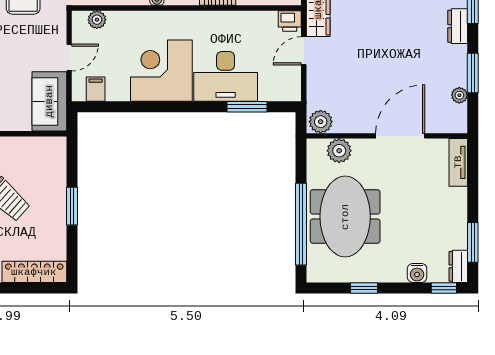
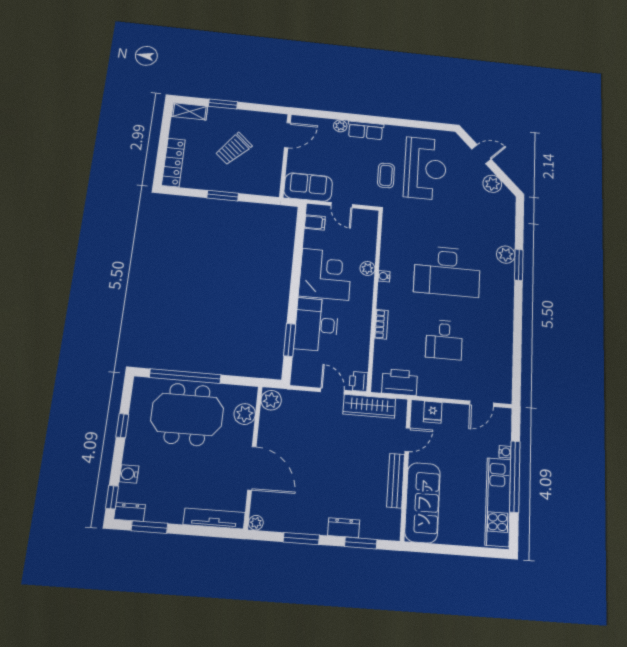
plant: (97, 20) -> (367, 268), moved
plant: (459, 95) -> (256, 523), moved
tv unit: (458, 162) -> (214, 518), width x1.41

